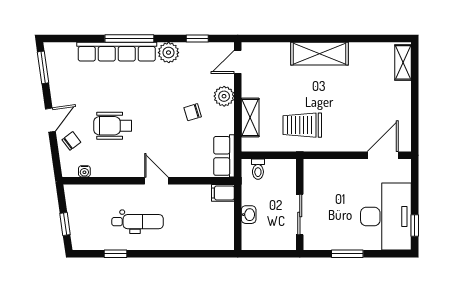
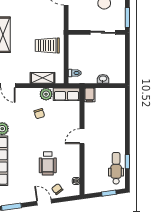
plant: (224, 96) -> (46, 94), moved
trolley: (302, 125) -> (47, 45), turned 90
wall: (300, 205) -> (97, 32), moved
sliding door: (300, 214) -> (103, 32), moved
dental chair: (138, 222) -> (116, 168), moved

